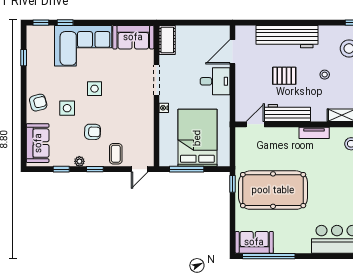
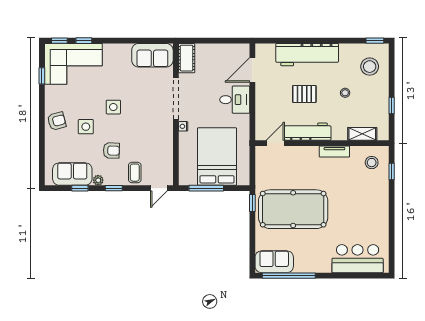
corner sofa: (83, 46) -> (73, 64), moved
doorway: (157, 80) -> (176, 98), width x1.36
sofa: (38, 143) -> (72, 174), moved, turned -90

